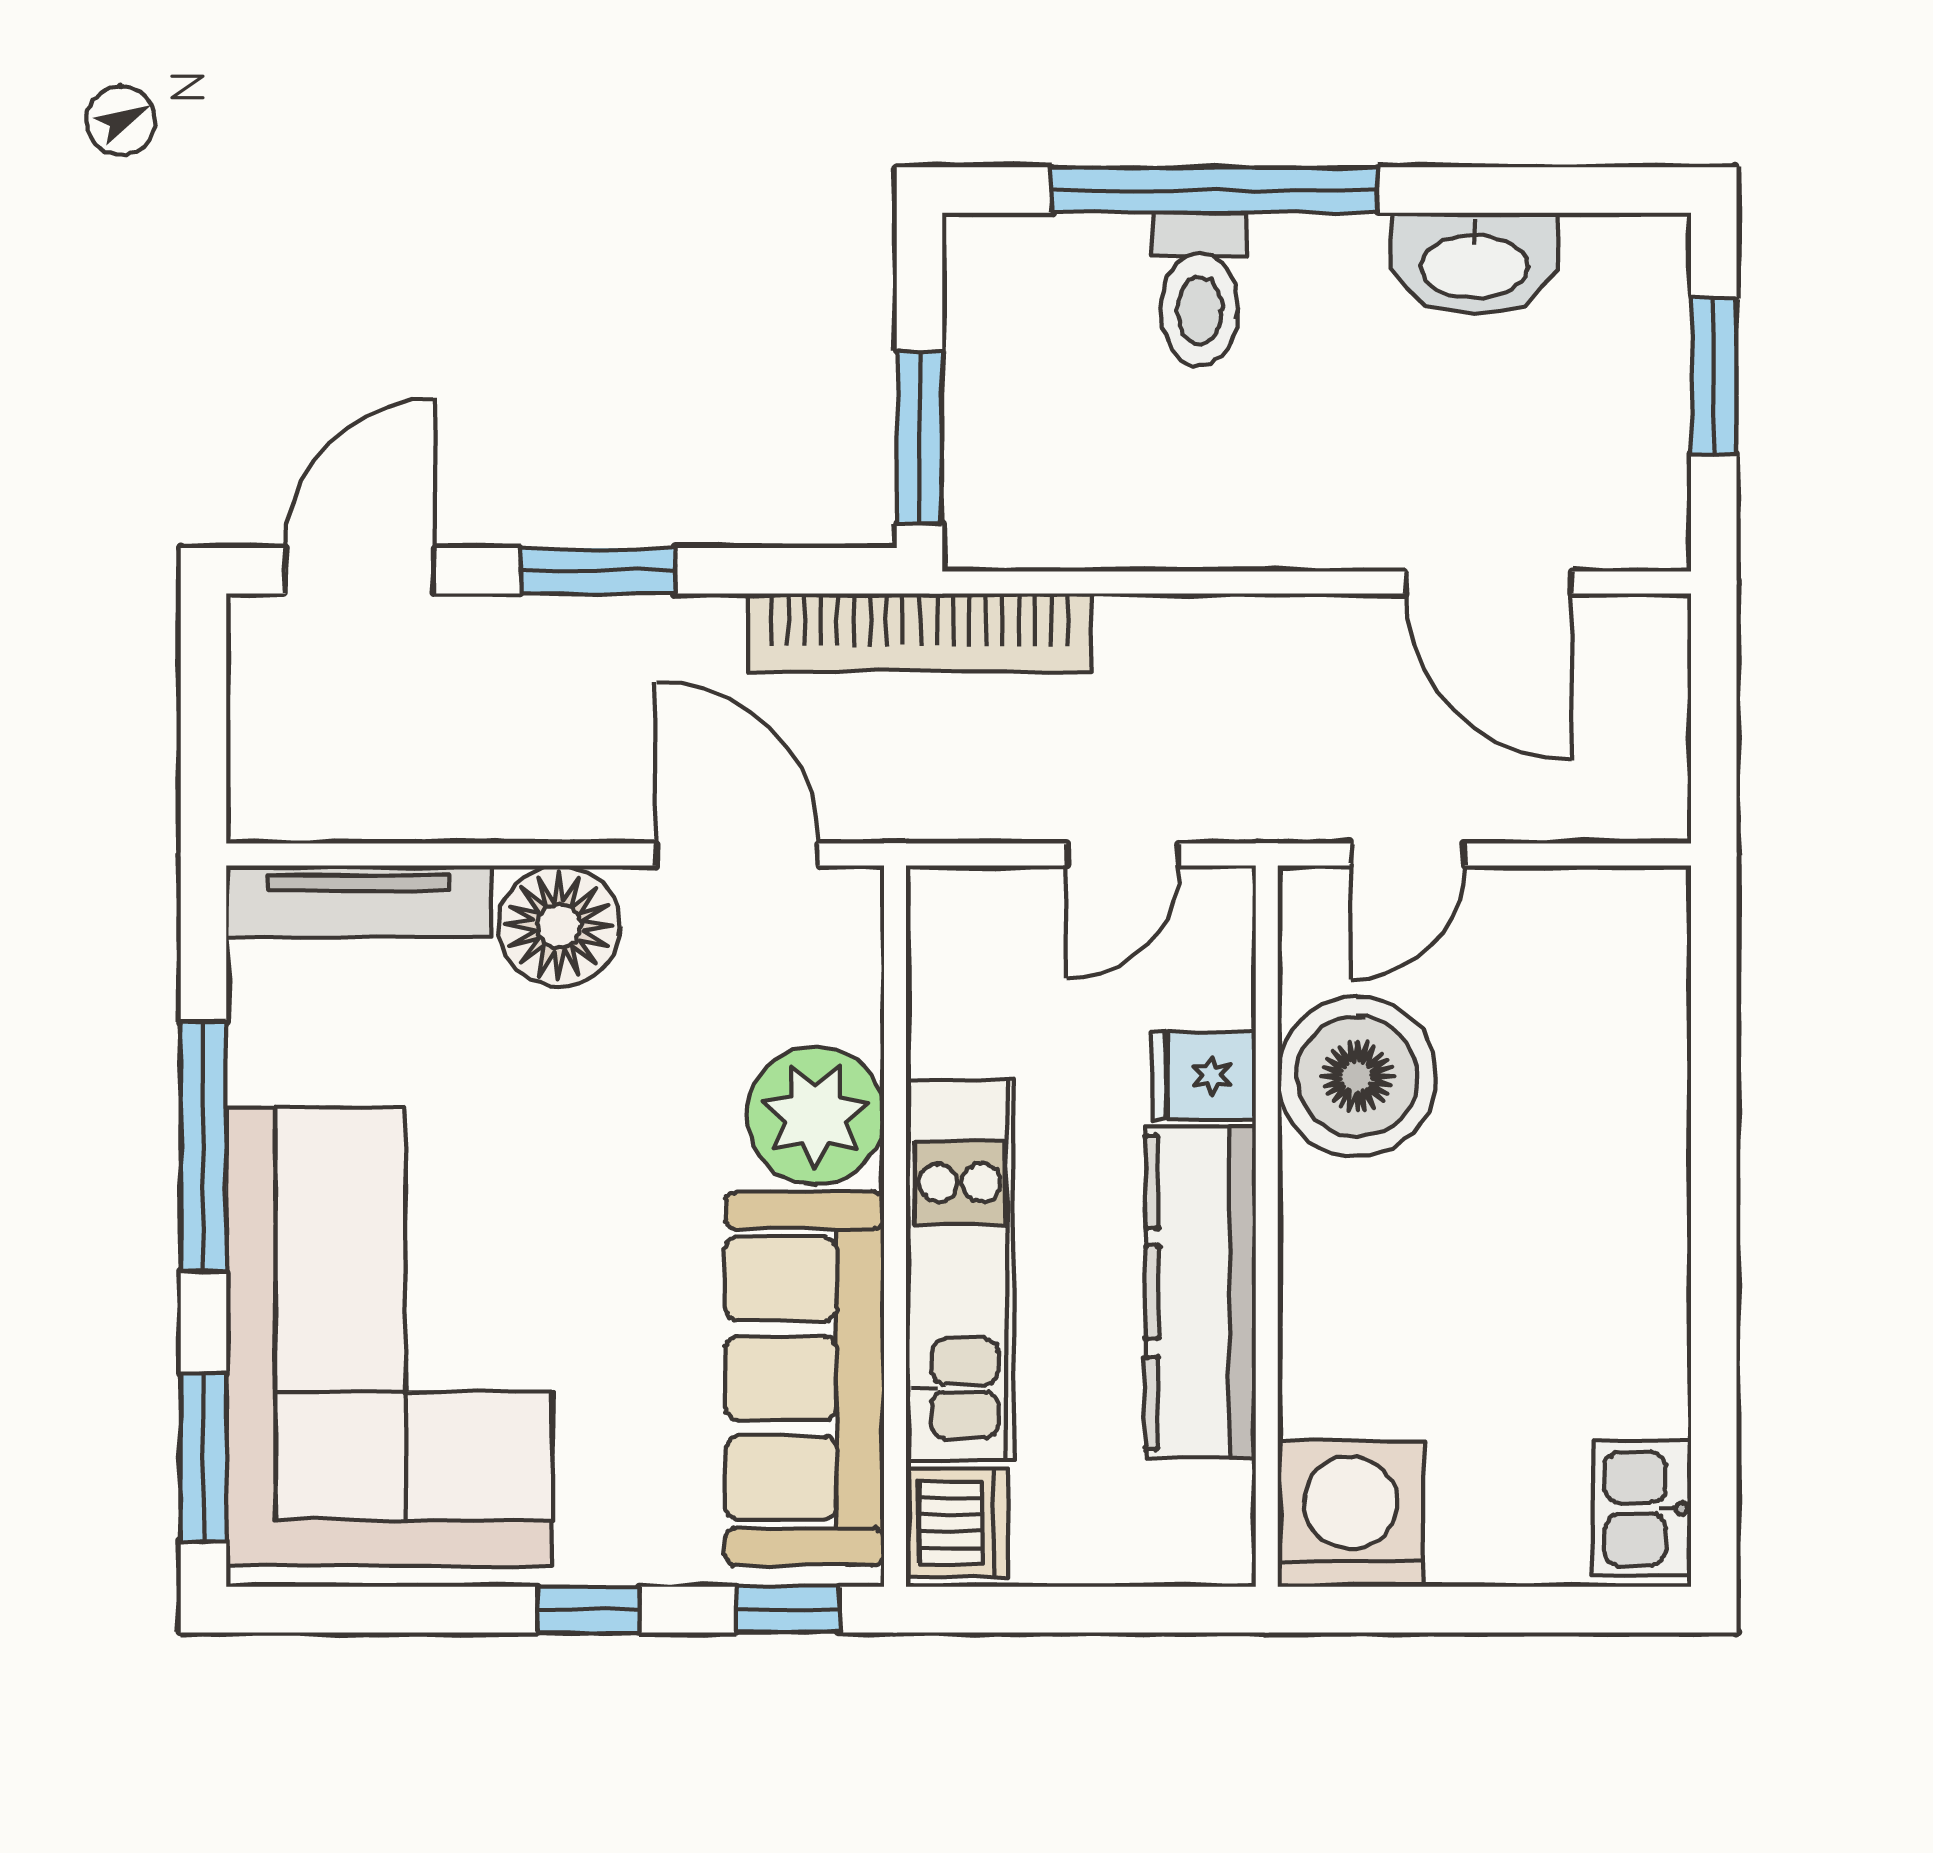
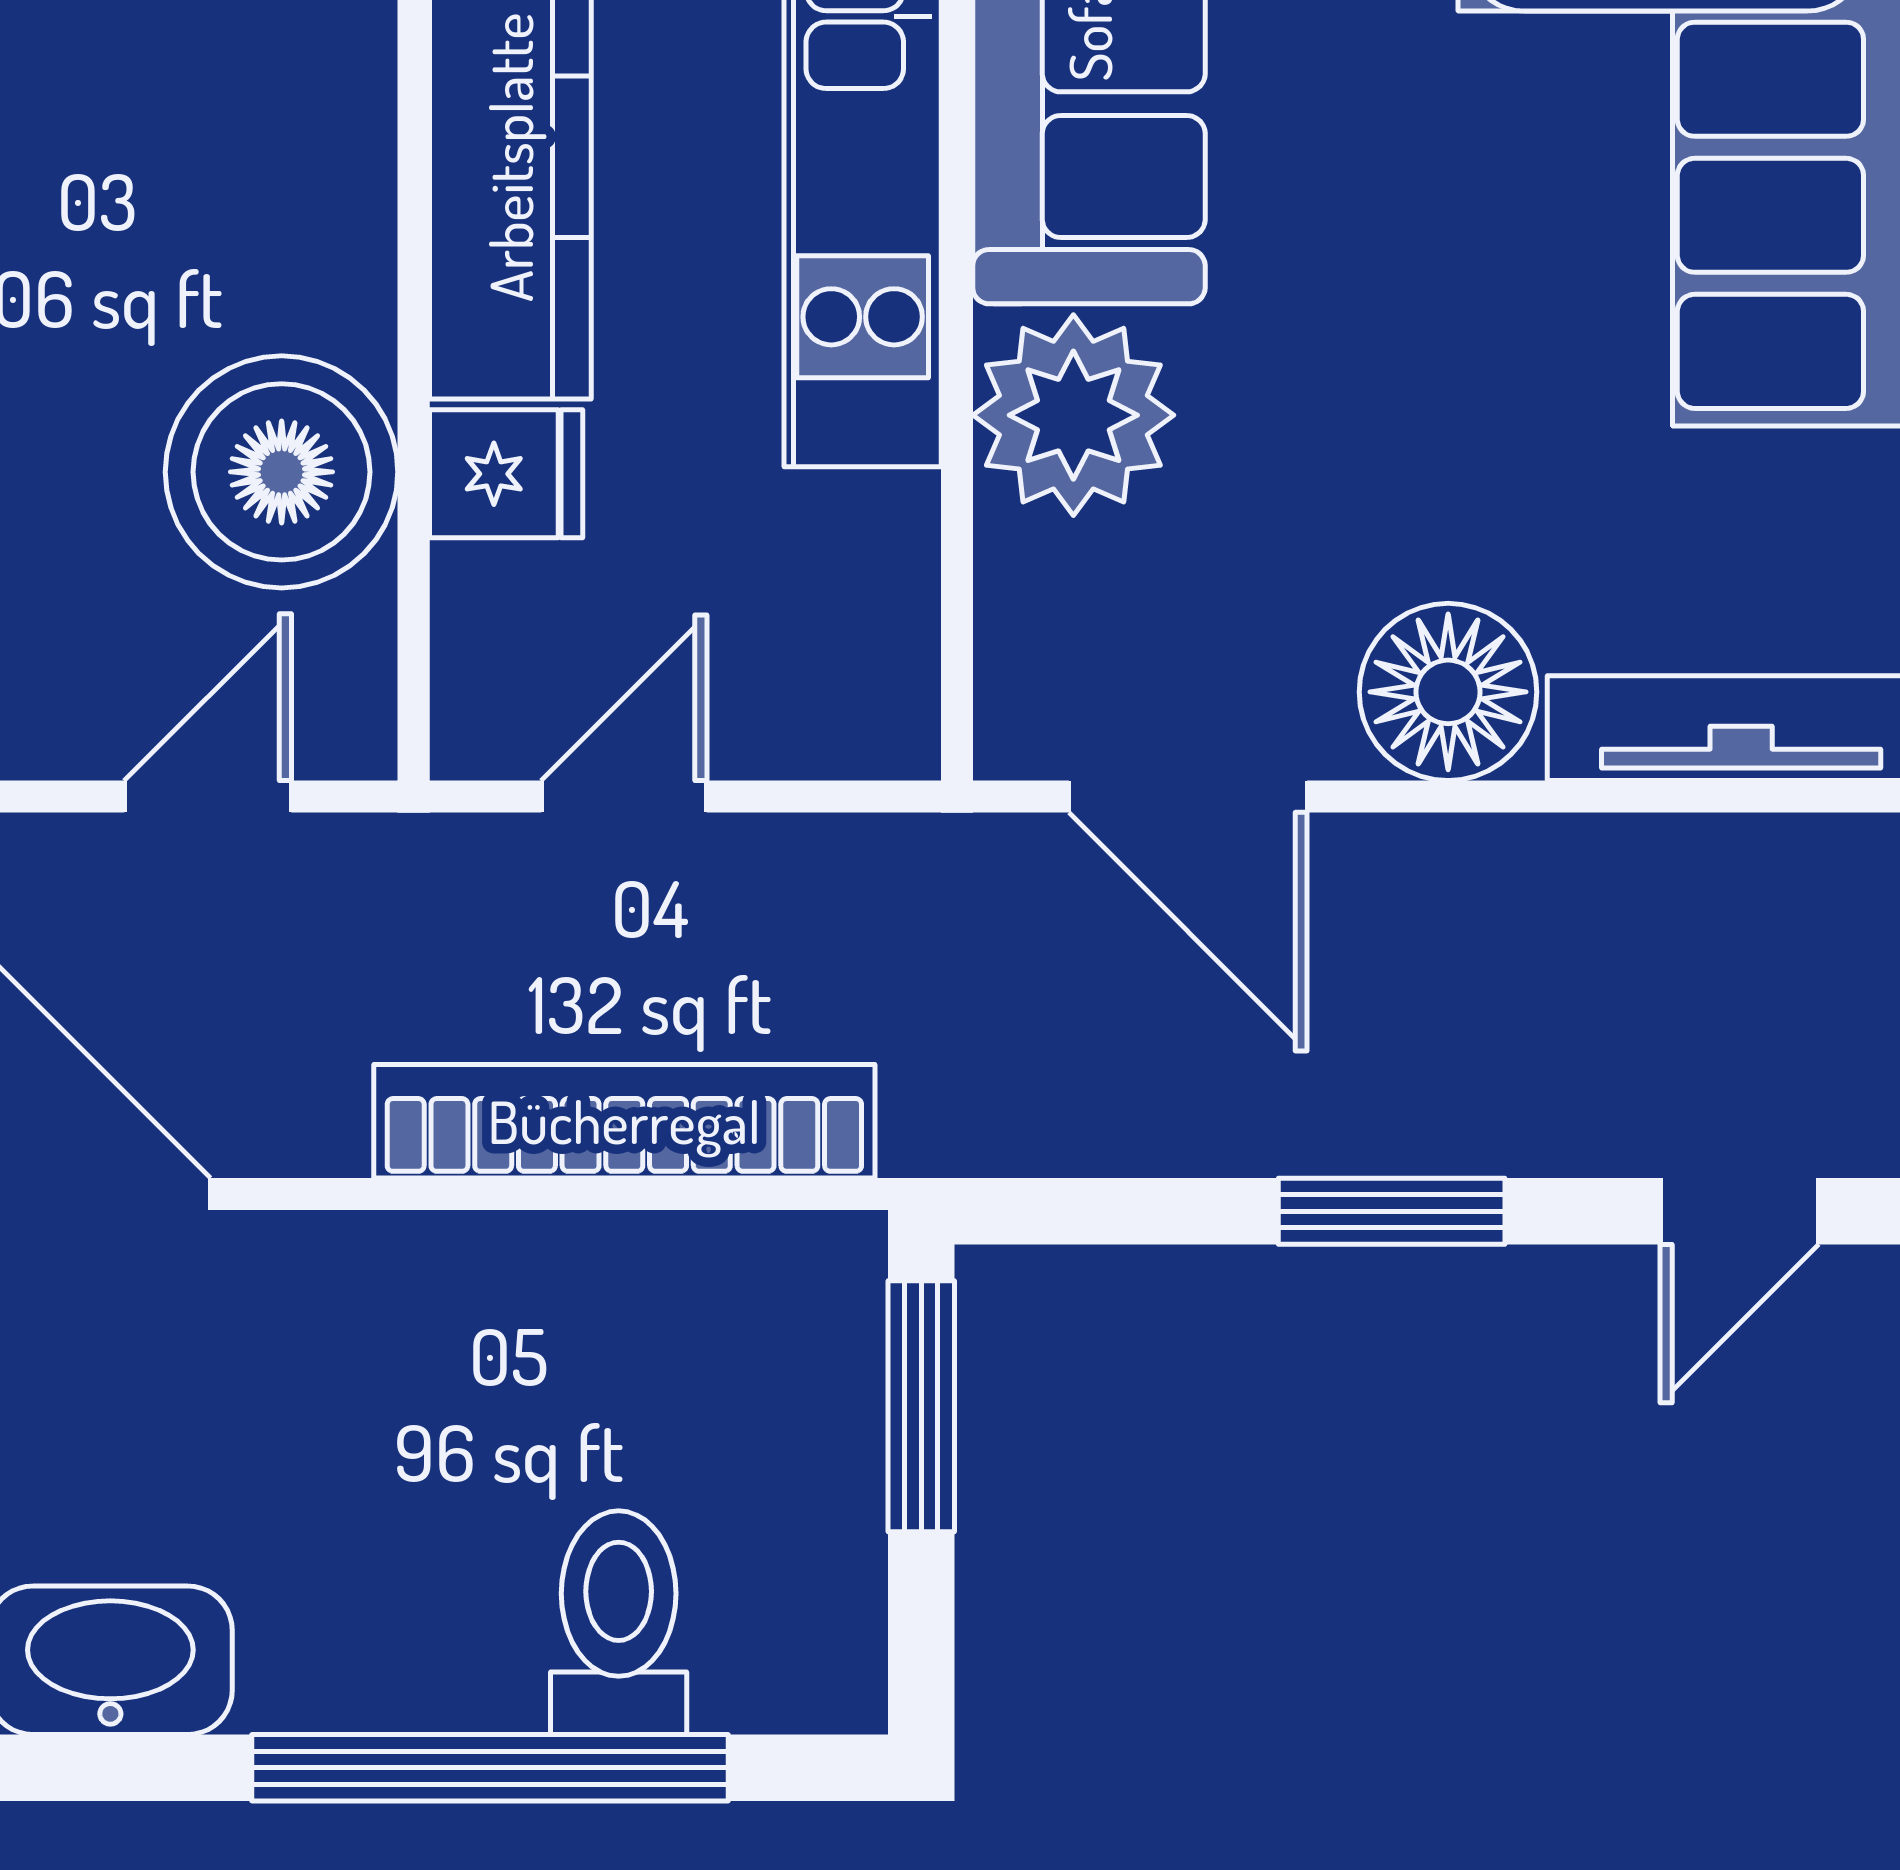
toilet: (1199, 289) -> (619, 1623), moved
door: (360, 571) -> (1739, 1211), width x0.73
bookcase: (920, 632) -> (624, 1121), moved

